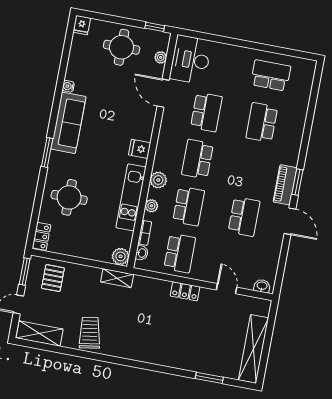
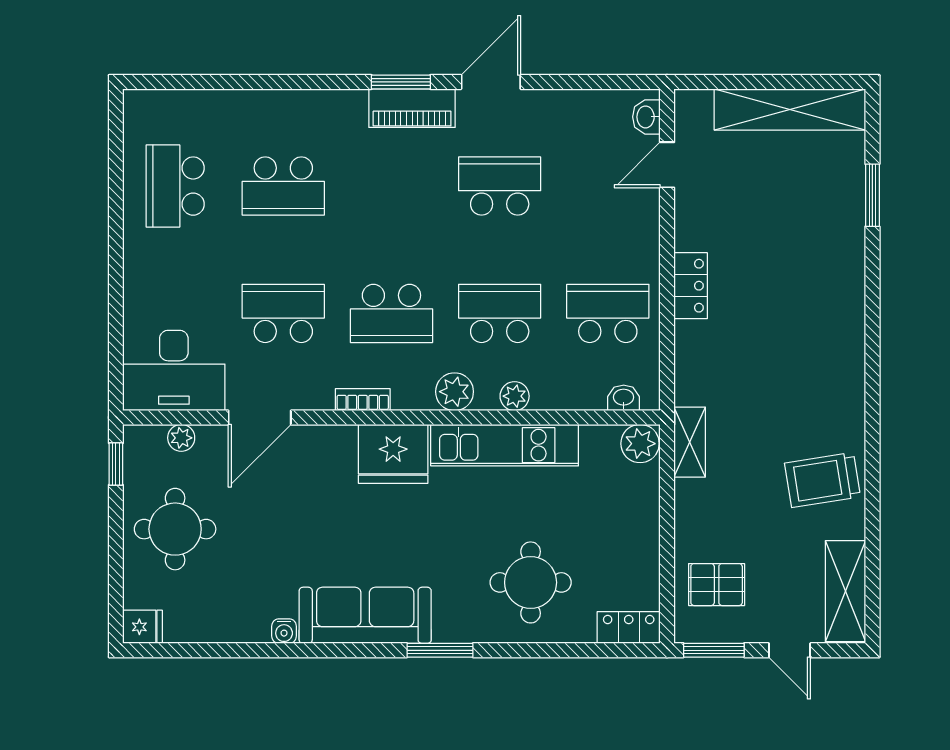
fridge: (140, 149) -> (393, 454), width x1.88, depth x1.34
bookcase: (145, 233) -> (363, 400), moved
door: (227, 289) -> (667, 165), moved

